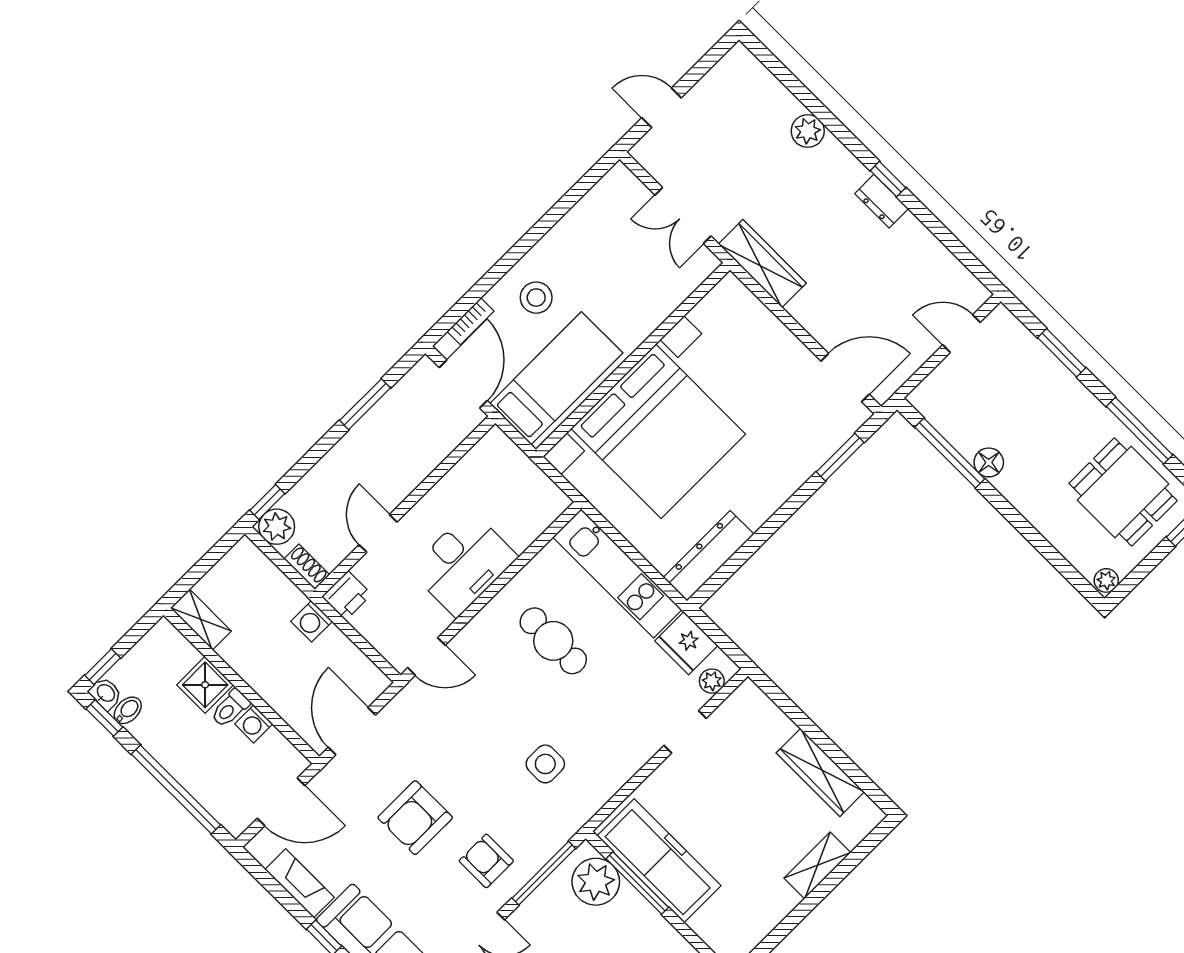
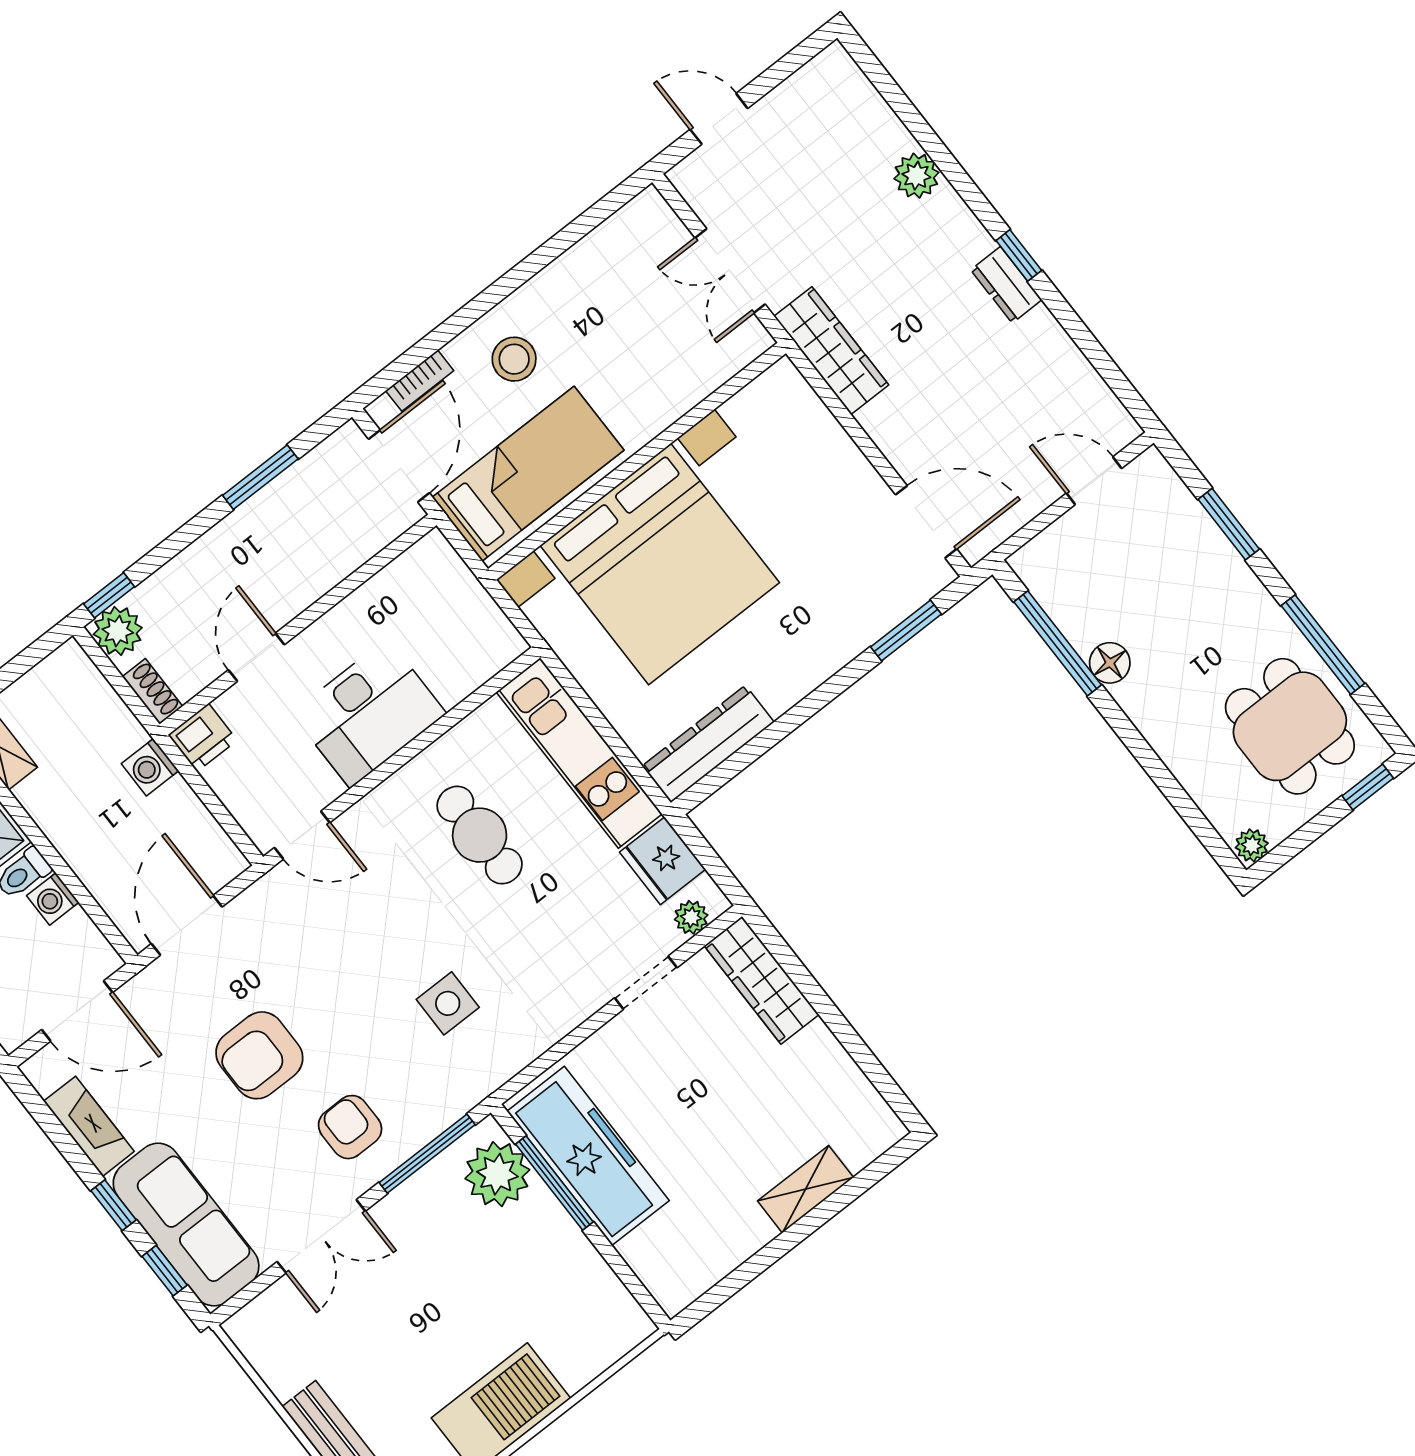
wardrobe: (820, 772) -> (762, 980), moved

